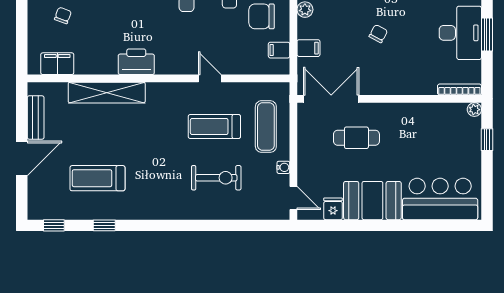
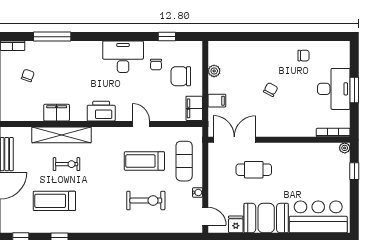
filing cabinet: (279, 50) -> (194, 108), width x2.00
printer: (136, 62) -> (101, 111), moved
filing cabinet: (57, 64) -> (57, 113), moved
exercise bike: (113, 131) -> (67, 164), added

